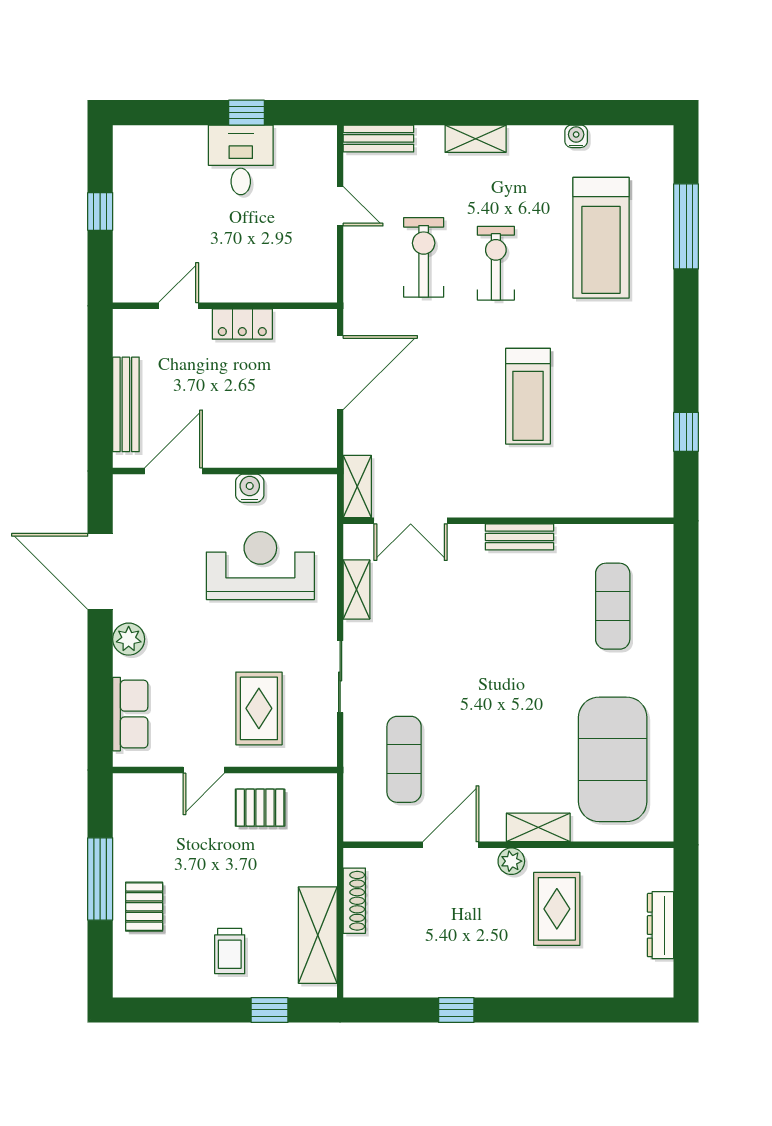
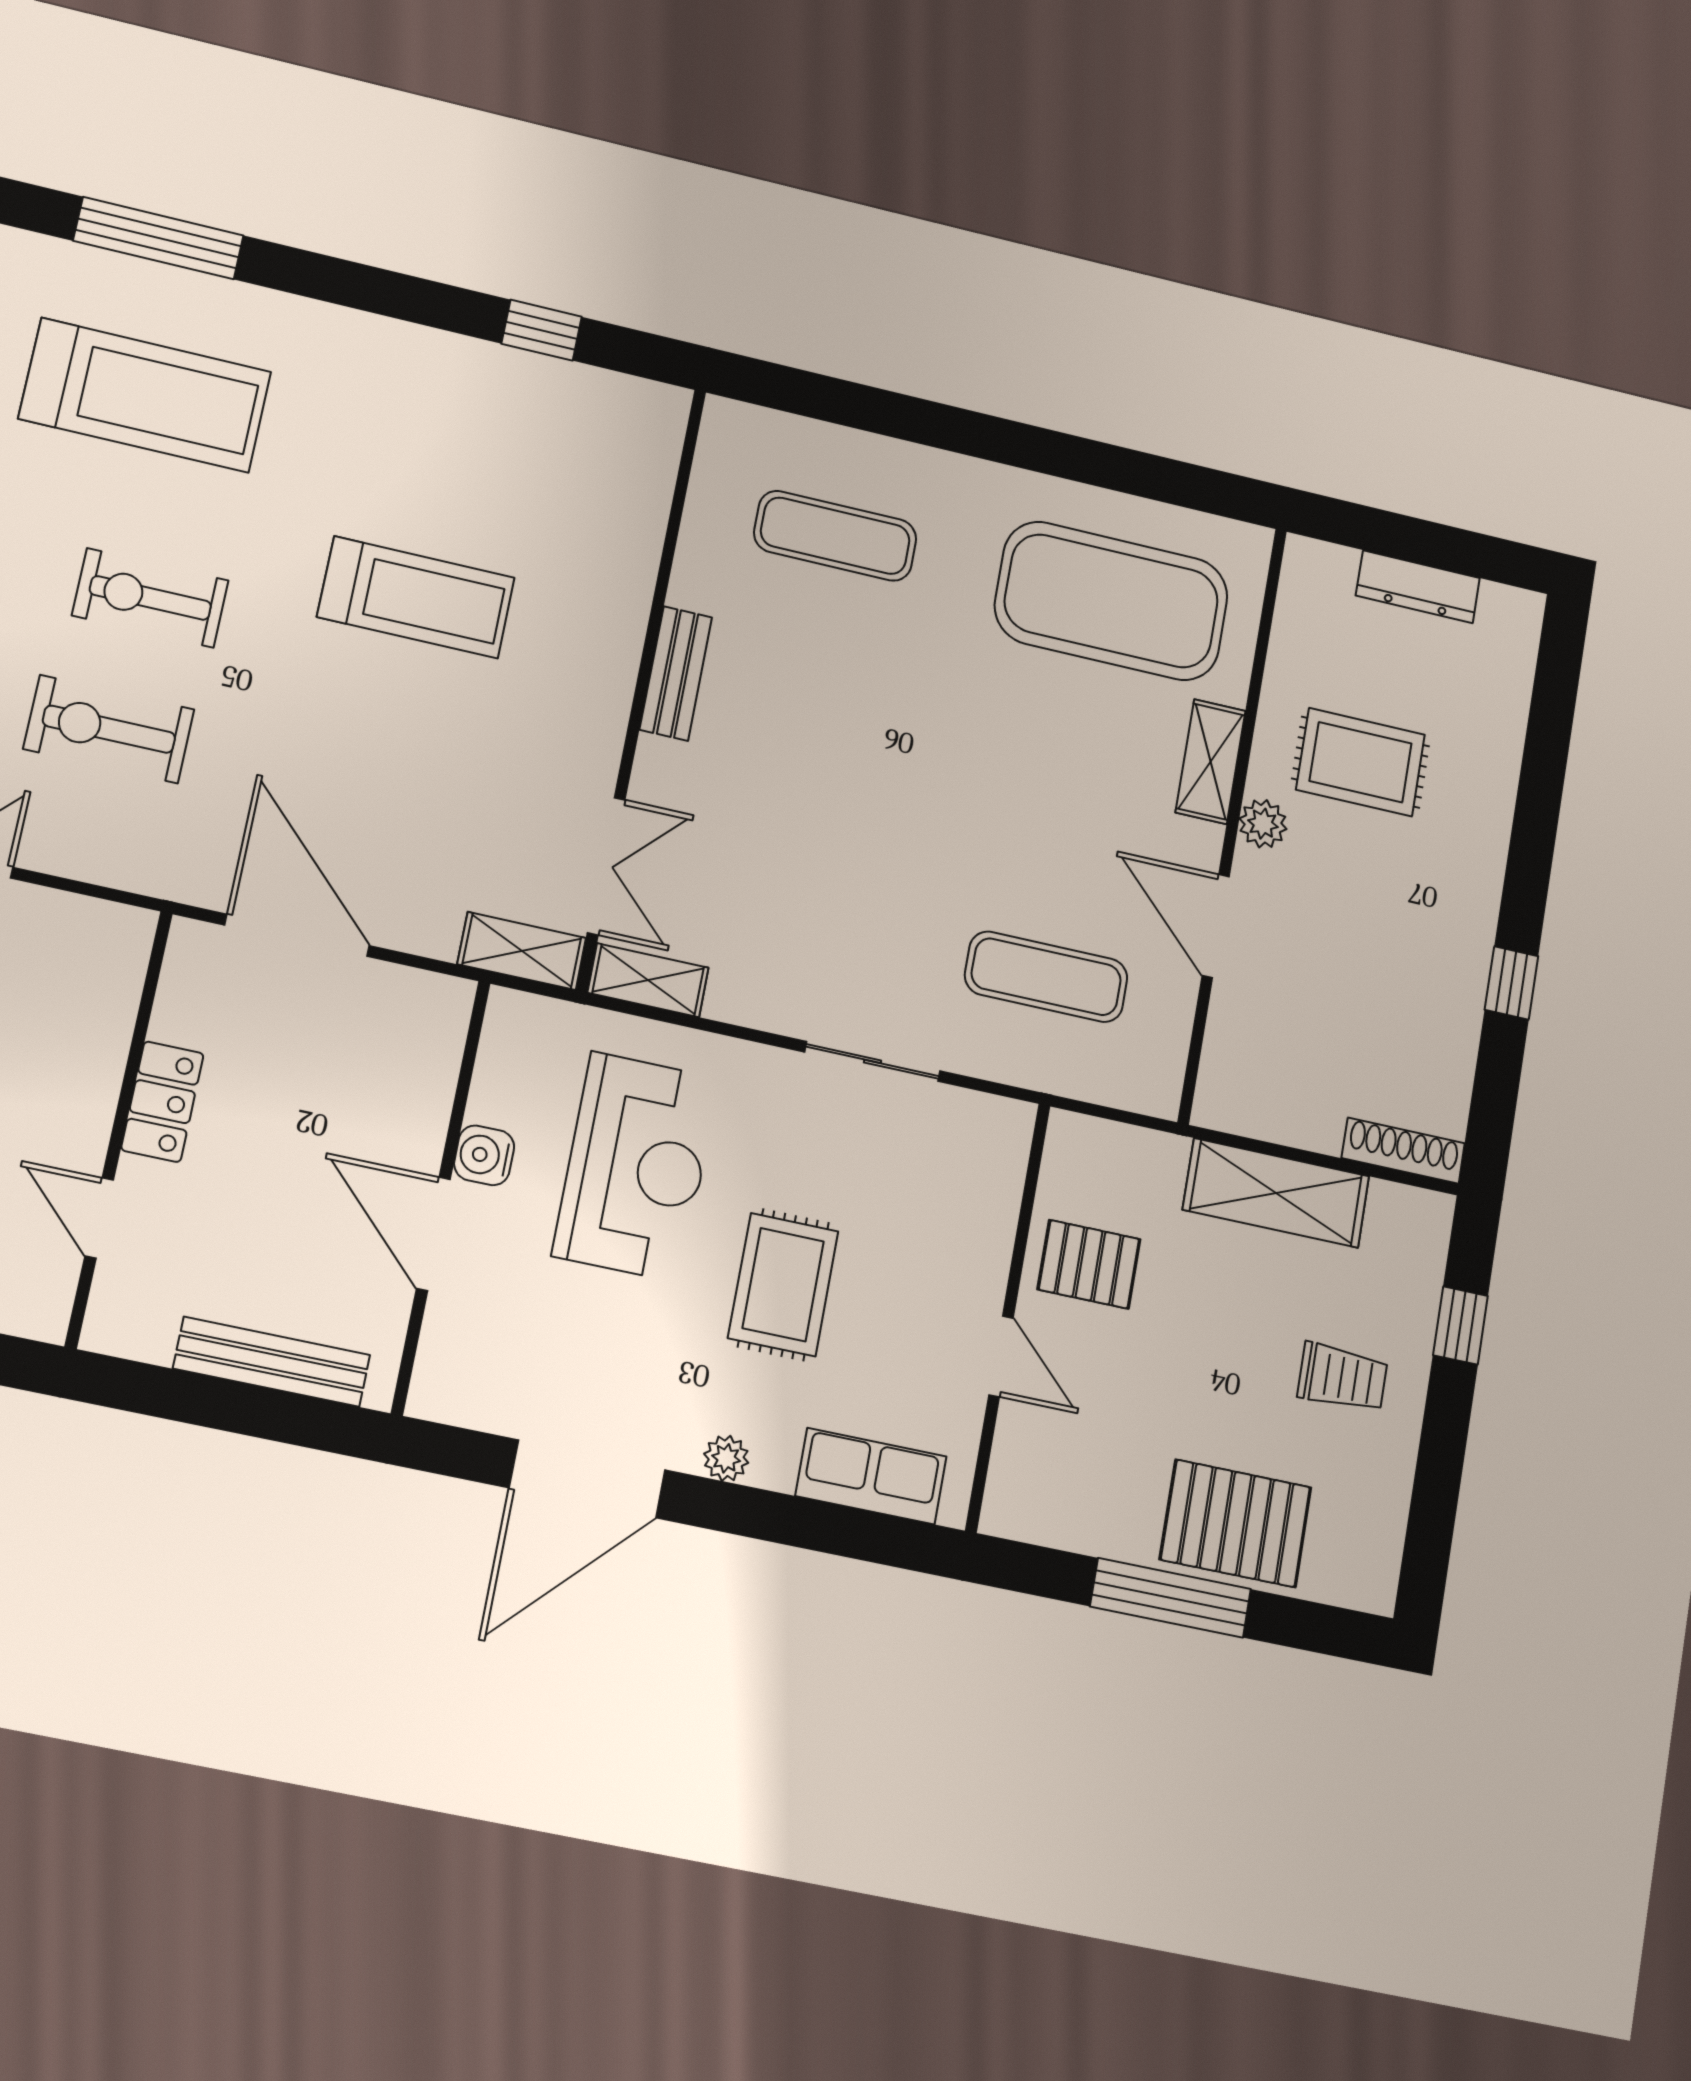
door: (174, 471) -> (433, 1234), moved
reception desk: (260, 566) -> (636, 1167), turned 180
shelving: (357, 589) -> (648, 980), moved
plant: (129, 639) -> (726, 1458), width x0.73, depth x0.73
rug: (259, 708) -> (783, 1285), moved, turned 90
pallet: (260, 808) -> (1089, 1264), turned 90
shoe rack: (354, 901) -> (1403, 1151), moved
pallet: (144, 907) -> (1236, 1523), width x1.50, depth x1.42
shelving: (318, 935) -> (1276, 1193), moved

